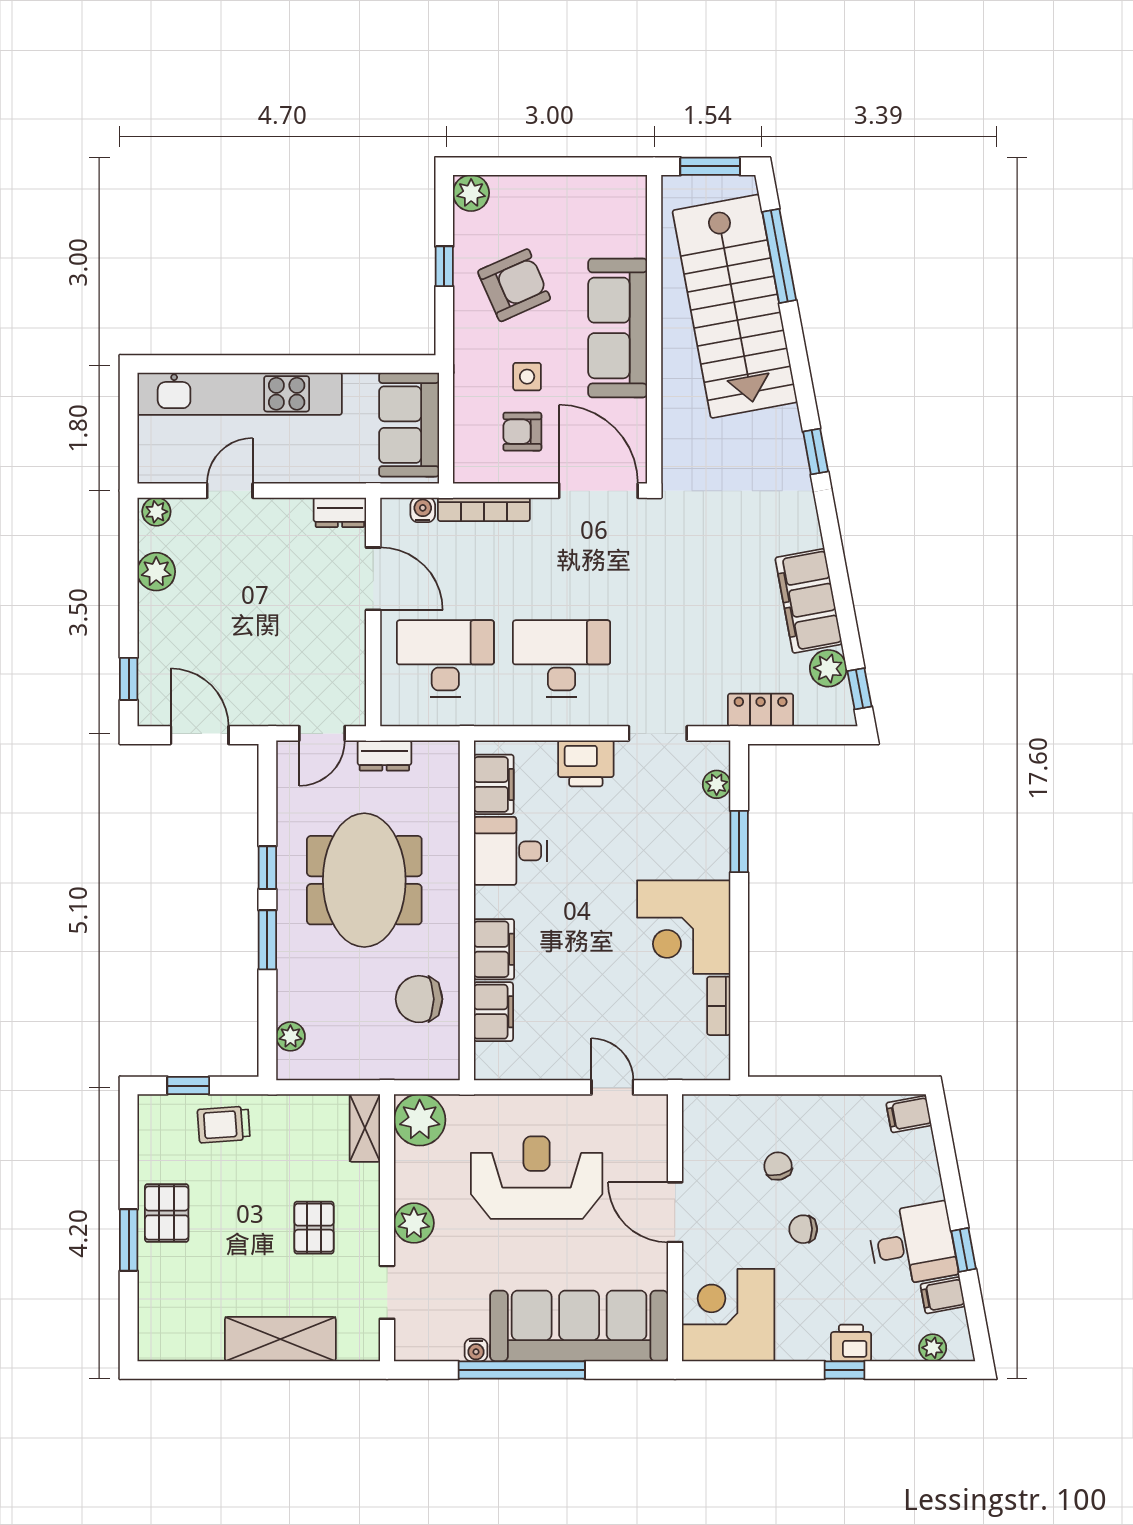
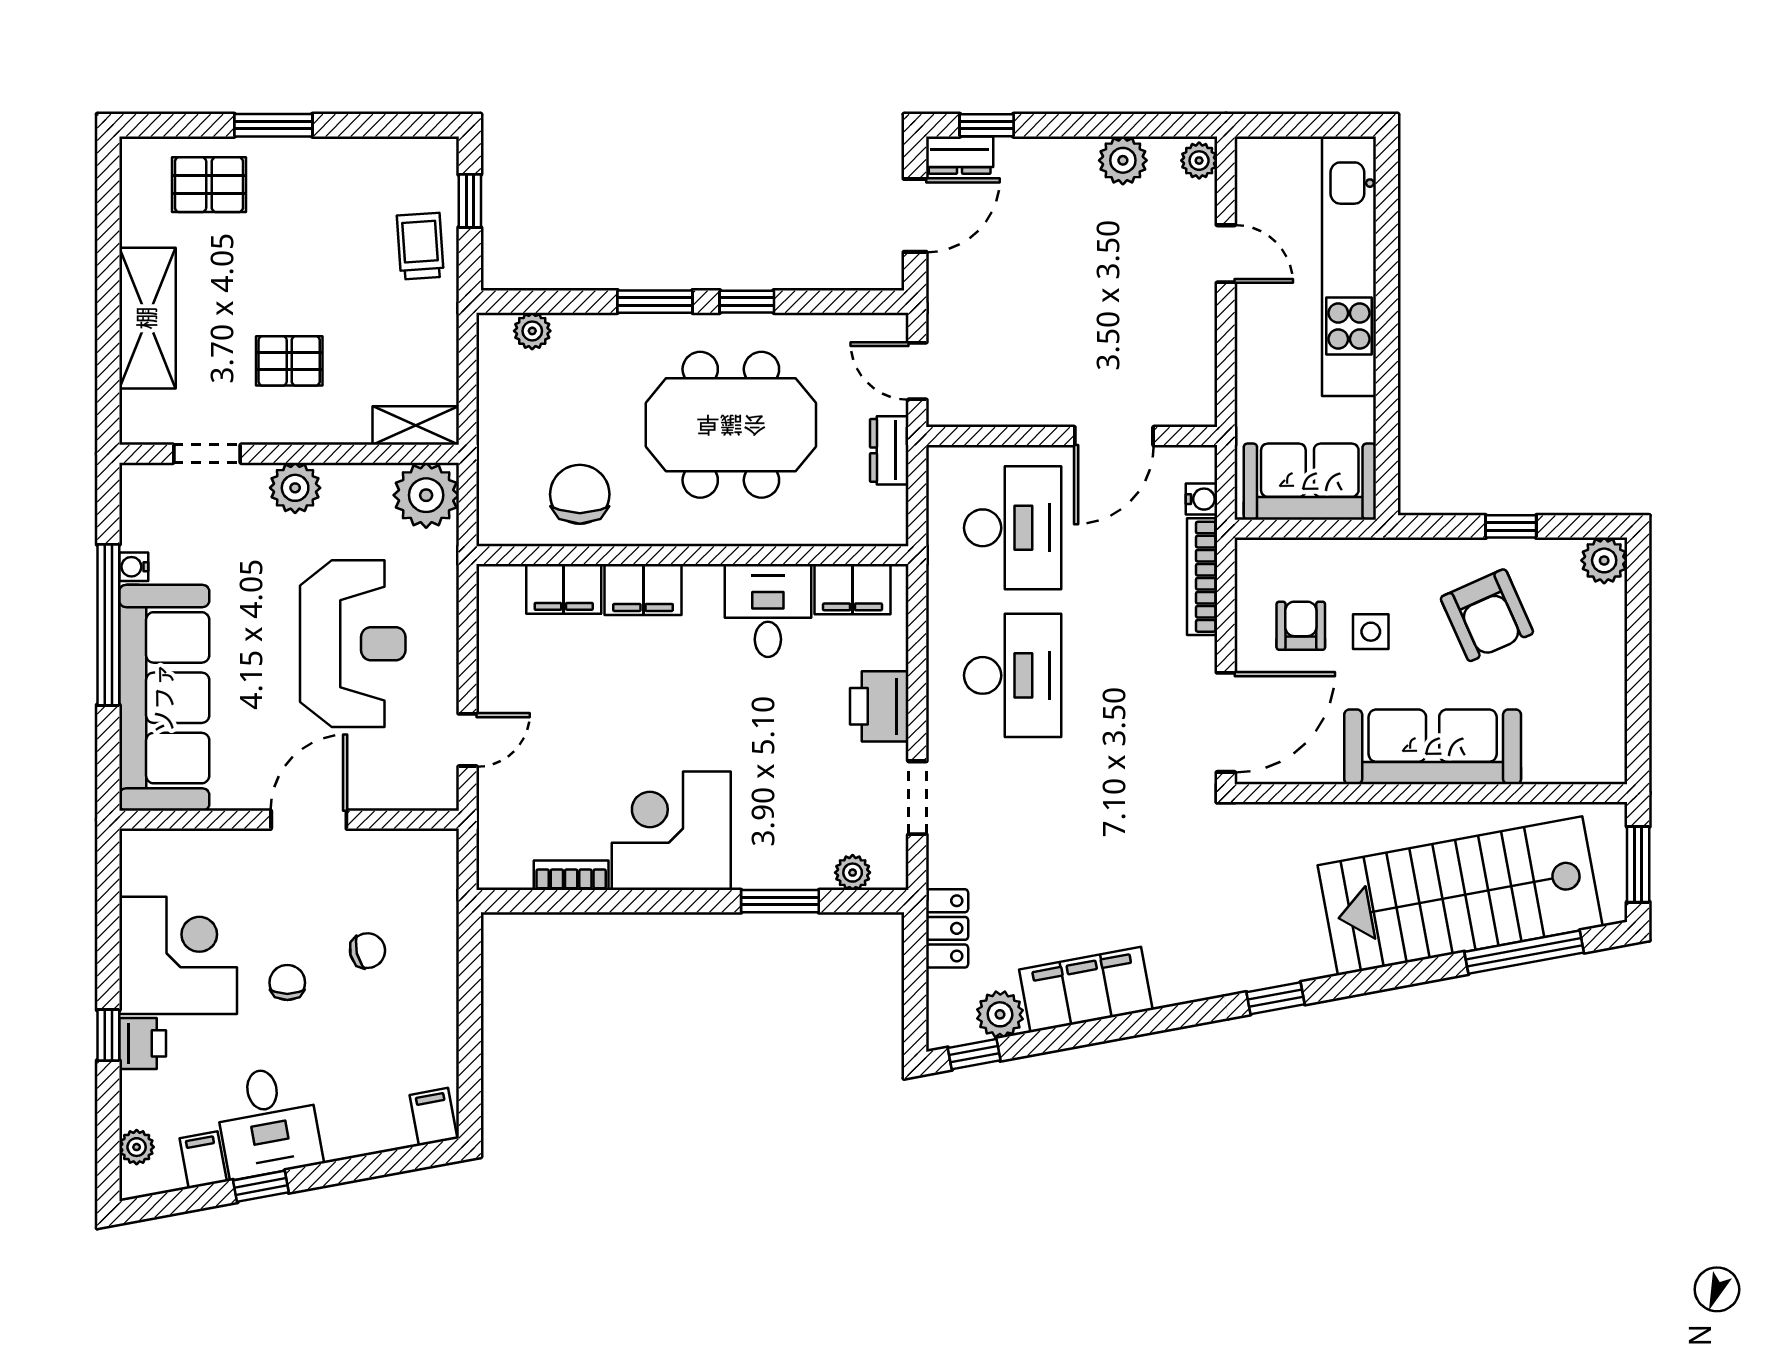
dresser: (340, 512) -> (960, 155), moved, turned -90
pallet: (167, 1213) -> (209, 185), moved
corner desk: (728, 1315) -> (178, 955), moved

